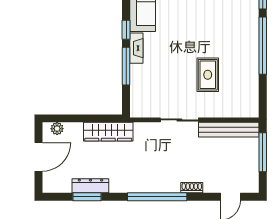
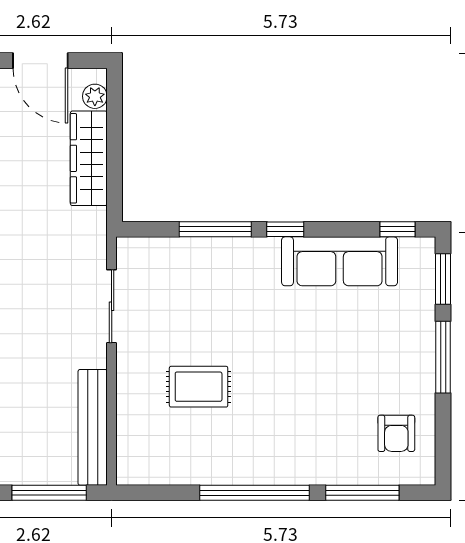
fireplace: (136, 48) -> (250, 249), removed
sliding door: (179, 120) -> (112, 306), moved
wardrobe: (108, 132) -> (89, 158), moved

